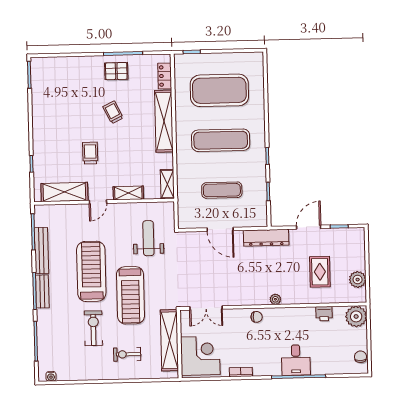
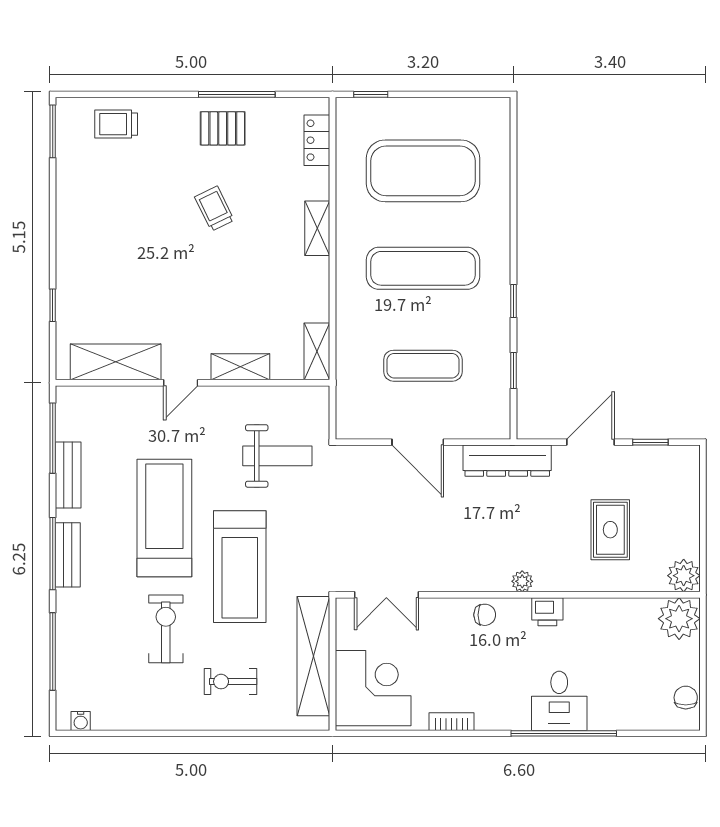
shelving: (164, 121) -> (317, 228), width x0.45, depth x0.75
trolley: (90, 153) -> (116, 124), moved, turned -90
weight bench: (148, 238) -> (277, 456), turned 90
bench: (41, 251) -> (68, 475), width x0.73
plant: (358, 280) -> (684, 576), moved
printer: (324, 314) -> (547, 612), moved

